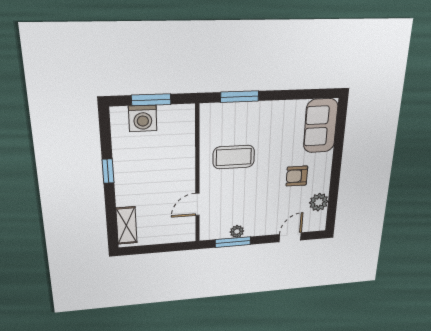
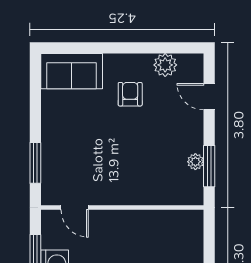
coffee table: (234, 157) -> (103, 168), removed
armchair: (297, 176) -> (130, 94), turned 180
door: (197, 204) -> (75, 207), moved

